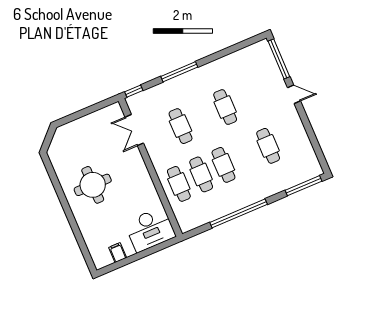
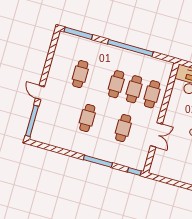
double door: (134, 130) -> (156, 135), moved

